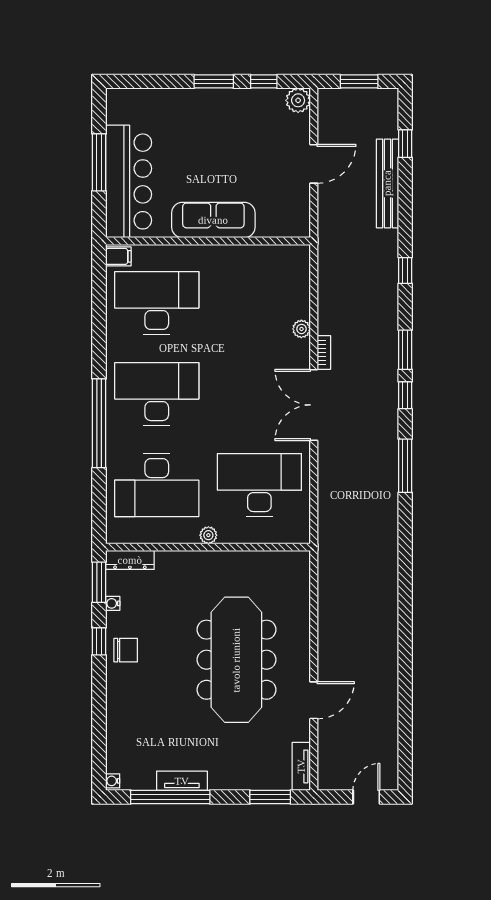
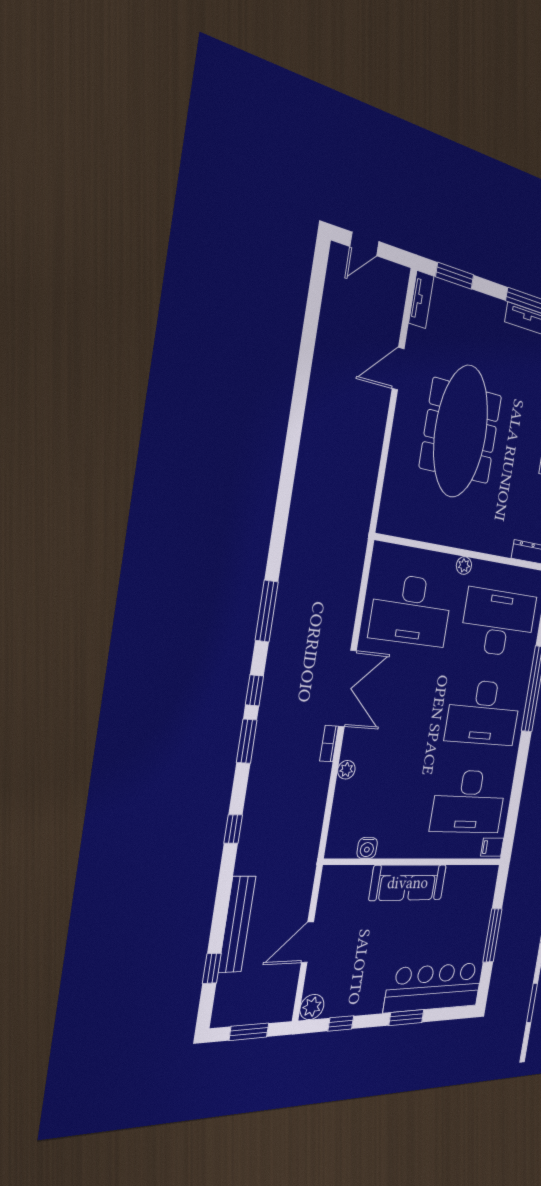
window: (214, 81) -> (406, 1018), moved
bar counter: (129, 181) -> (434, 987), moved, turned 90
water cooler: (266, 255) -> (367, 848), added

